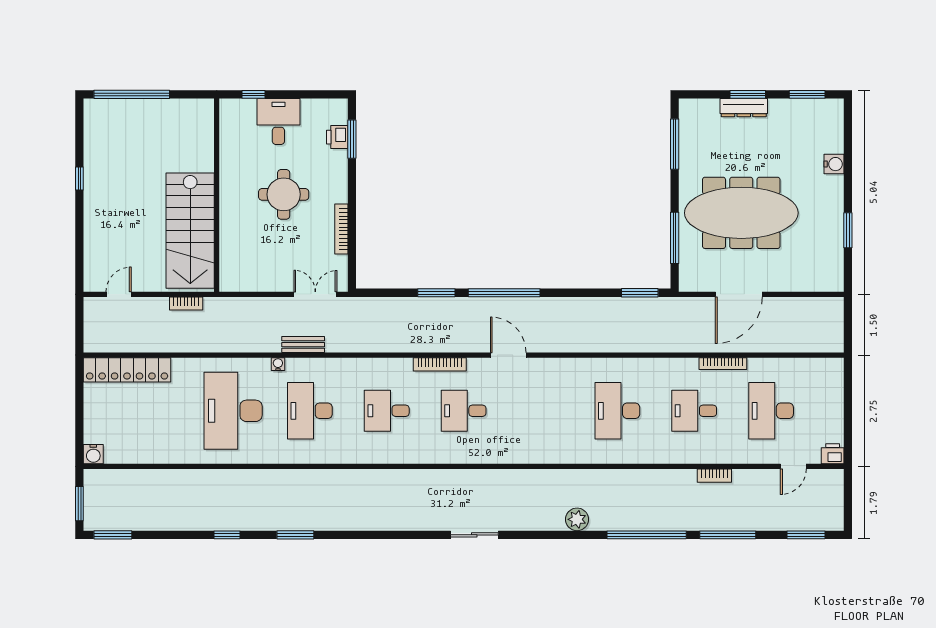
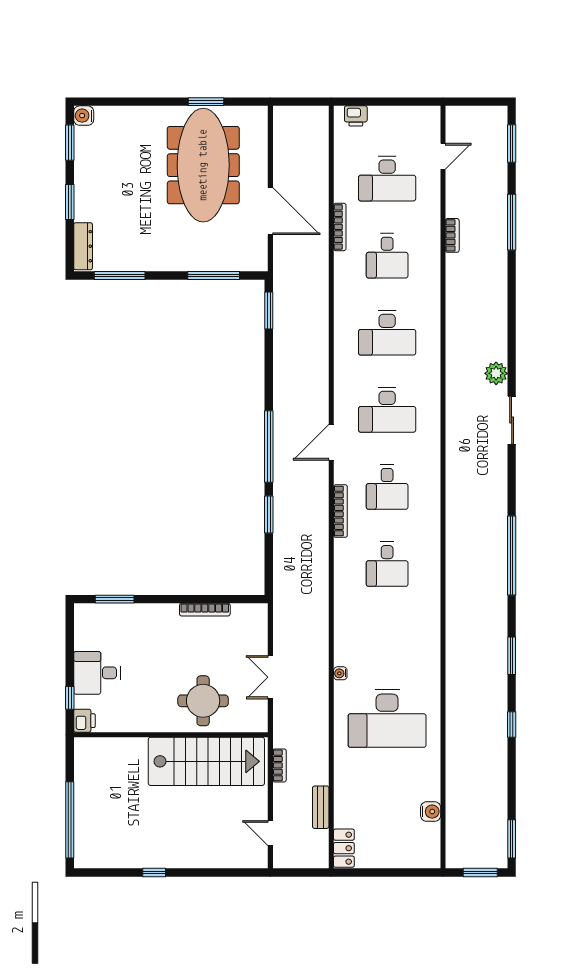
dresser: (744, 108) -> (83, 246), moved
printer: (337, 137) -> (84, 721), moved, turned -90
water cooler: (834, 164) -> (84, 116), moved, turned -90
round table: (284, 194) -> (203, 701), moved
meeting table: (741, 213) -> (203, 165), moved
double door: (315, 294) -> (270, 677), moved
bench: (303, 345) -> (321, 807), moved
locker: (127, 370) -> (344, 848), width x0.46, depth x0.83
desk: (310, 411) -> (387, 410), moved
water cooler: (93, 454) -> (431, 812), moved
printer: (833, 454) -> (356, 116), moved, turned -90
door: (793, 466) -> (443, 156), hinge flipped
sliding door: (474, 535) -> (512, 420), moved
window: (647, 535) -> (512, 556), moved

